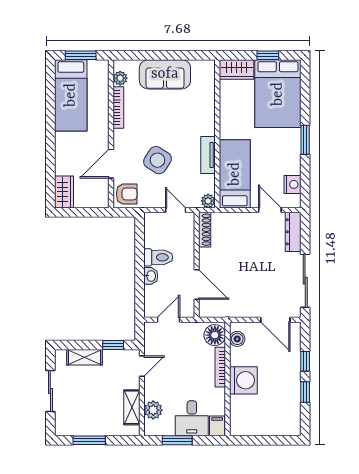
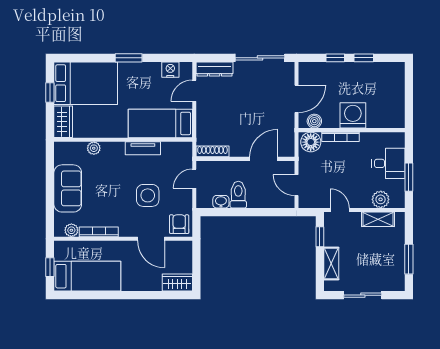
window: (81, 55) -> (50, 267), width x0.67
side table: (157, 160) -> (148, 195), turned -33
plant: (208, 201) -> (94, 148), moved
washbasin: (151, 276) -> (221, 202), moved
door: (275, 320) -> (296, 99), moved
filing cabinet: (217, 426) -> (395, 140), removed

